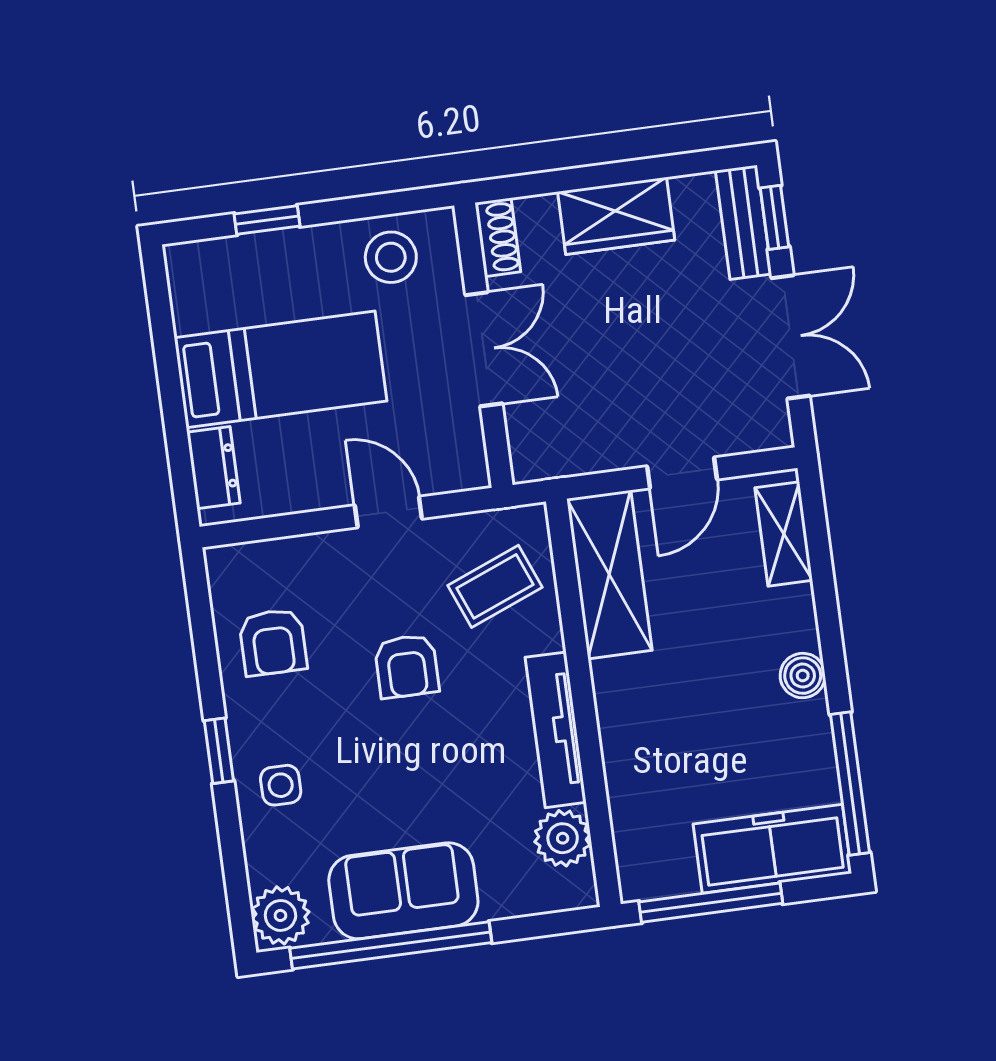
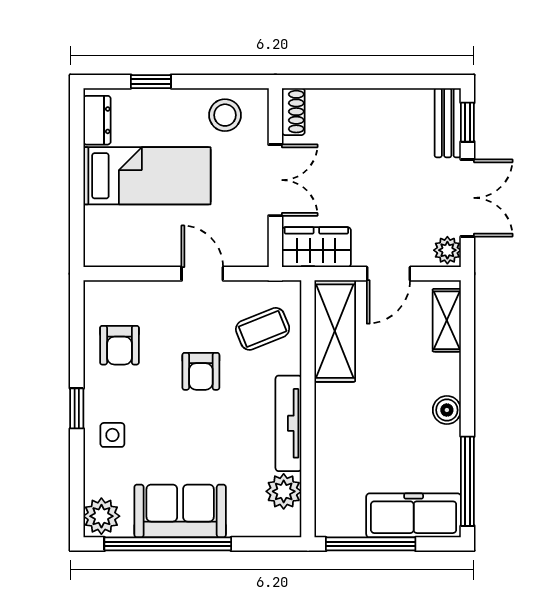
wardrobe: (616, 216) -> (316, 247), moved, turned 180
plant: (770, 423) -> (447, 250), added
dresser: (213, 468) -> (97, 120), moved

